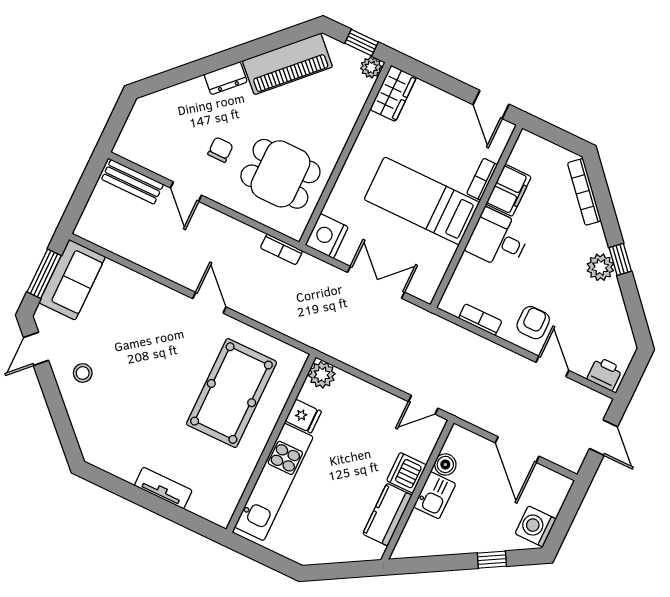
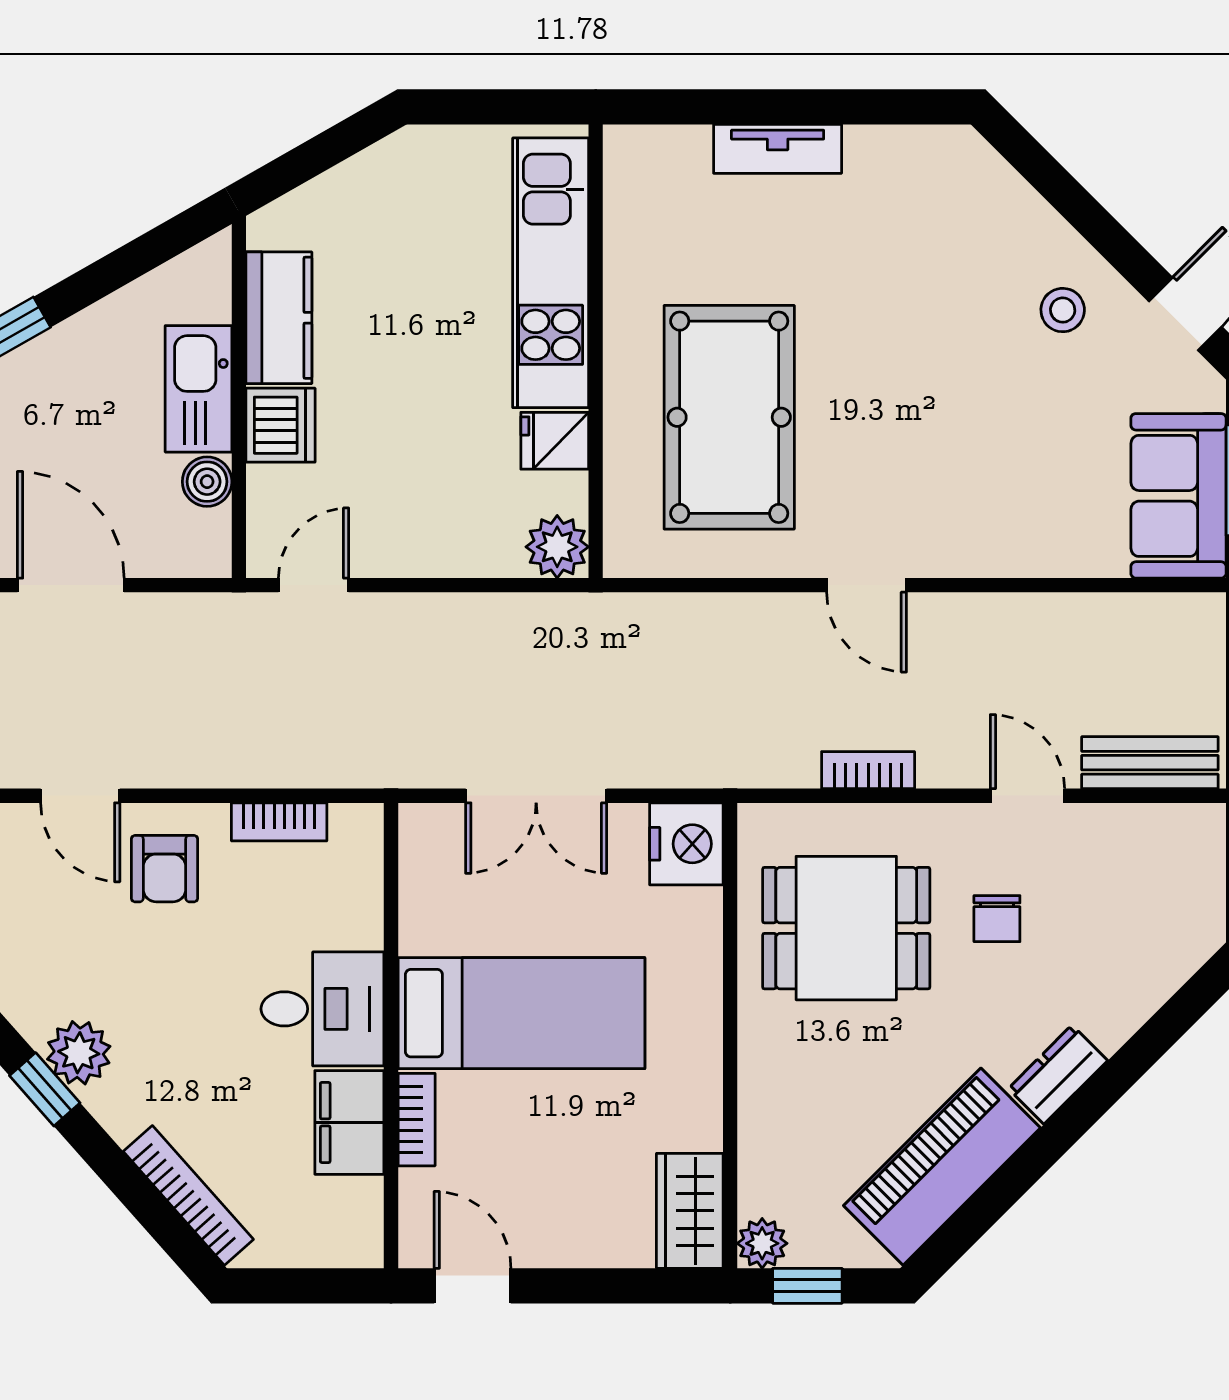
bookcase: (282, 249) -> (868, 770), moved
kitchen sink: (435, 495) -> (199, 389), width x1.38

